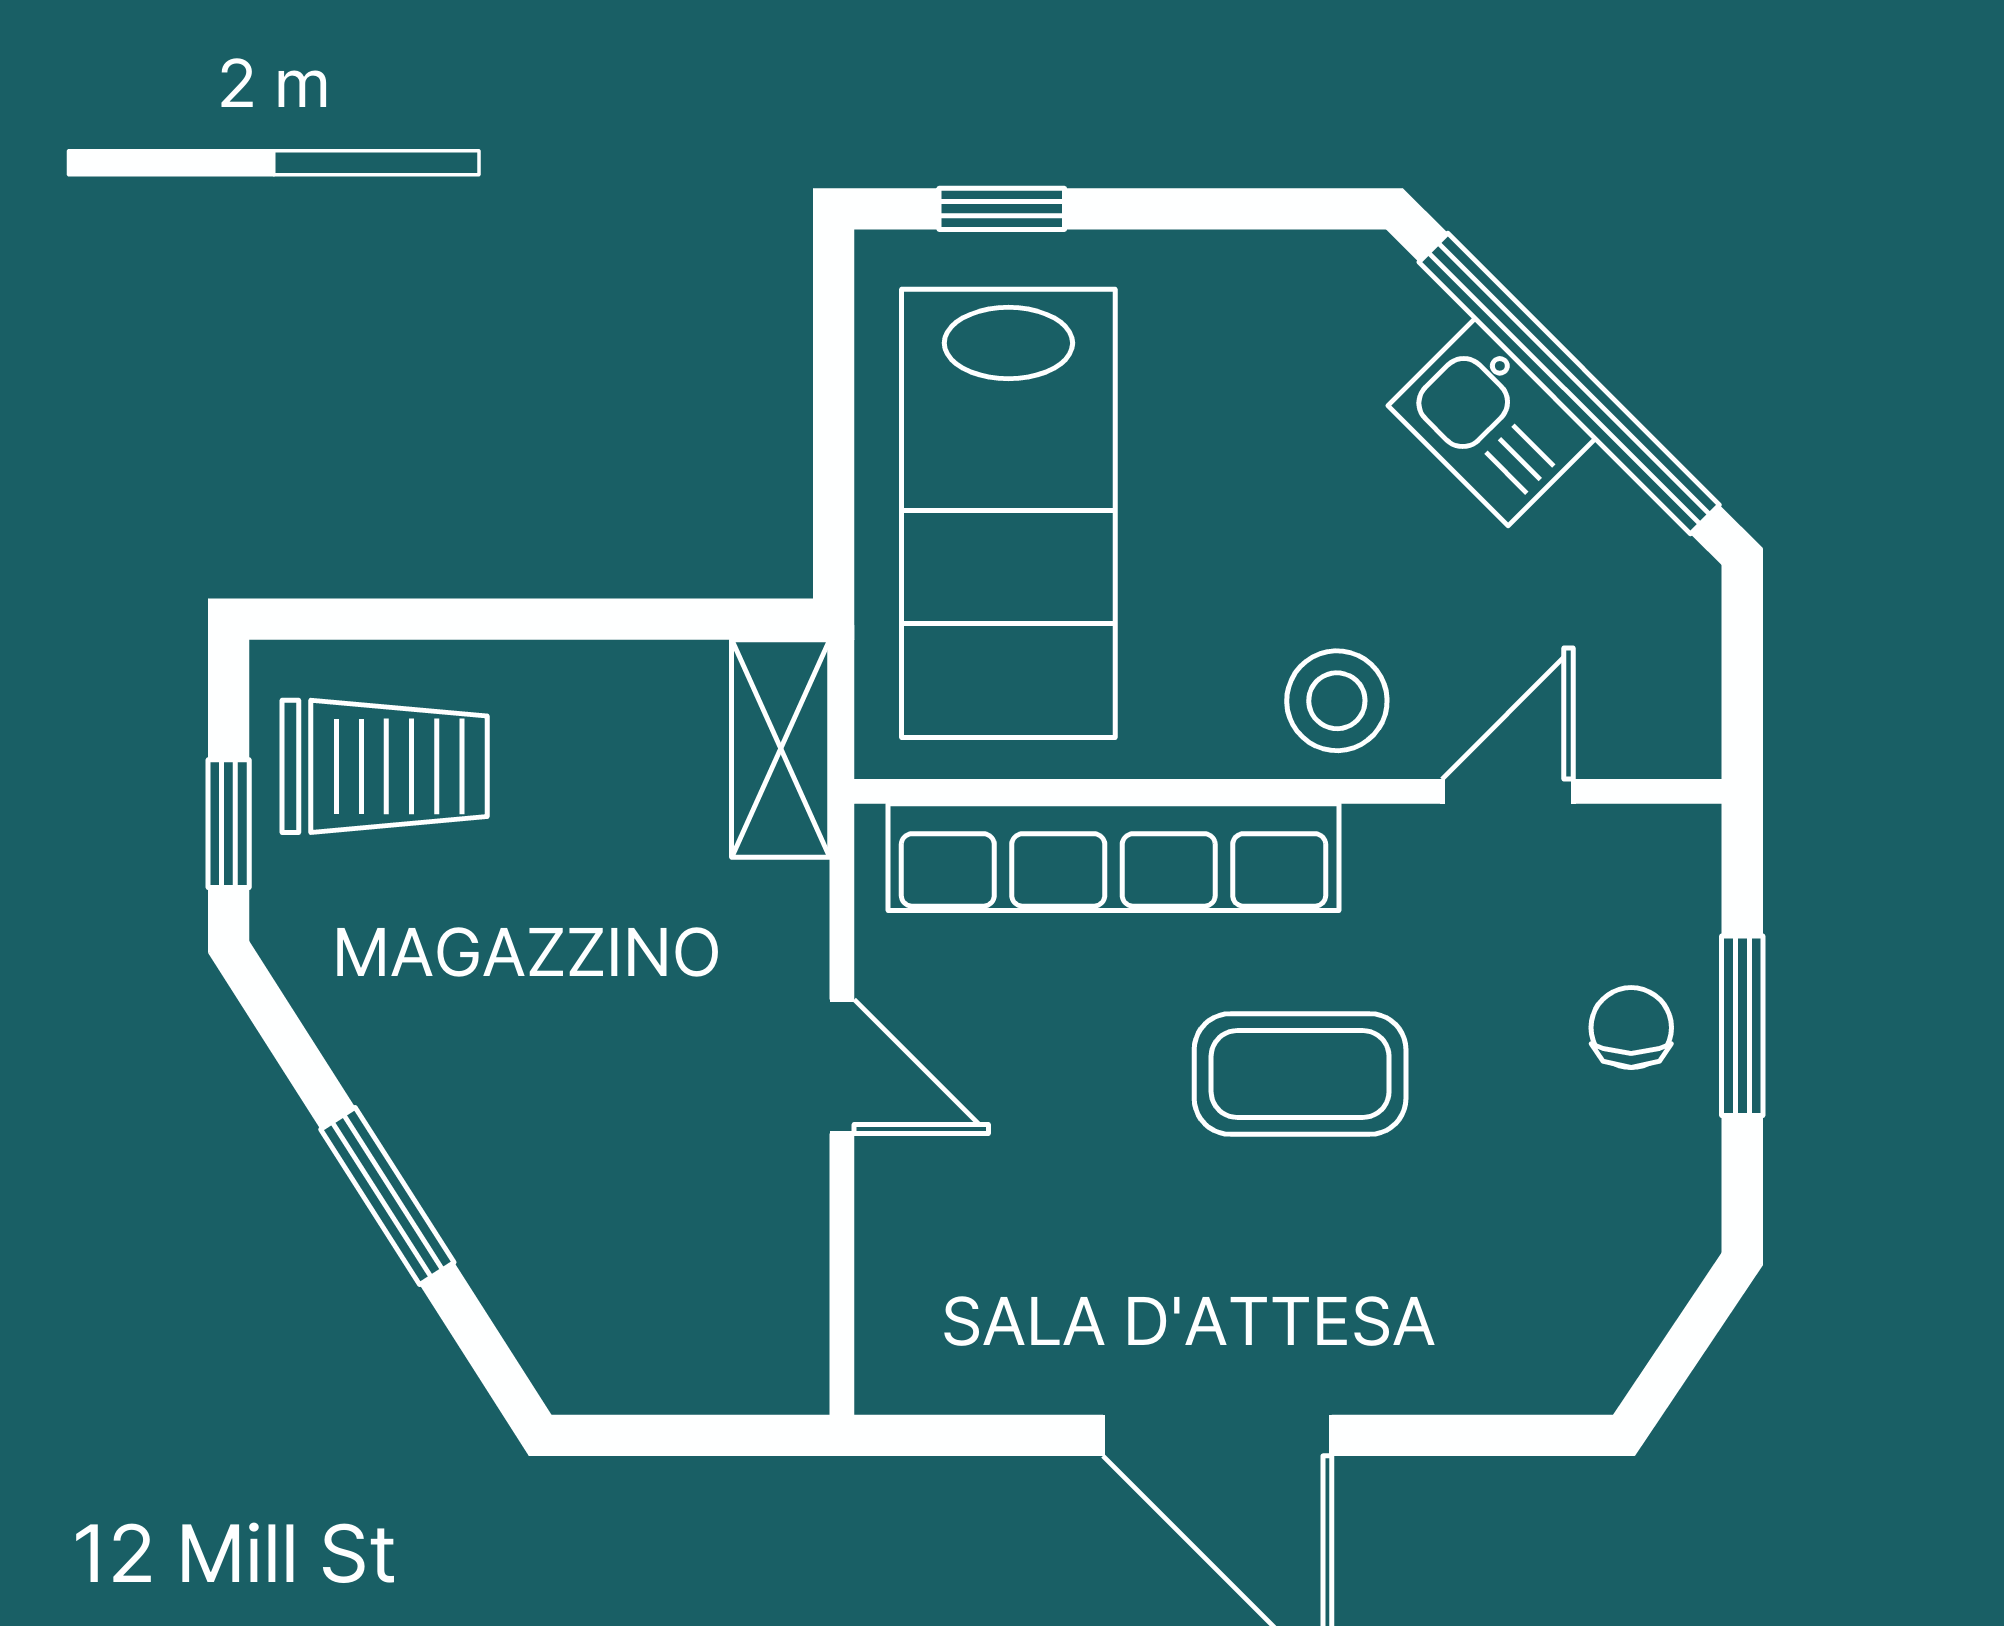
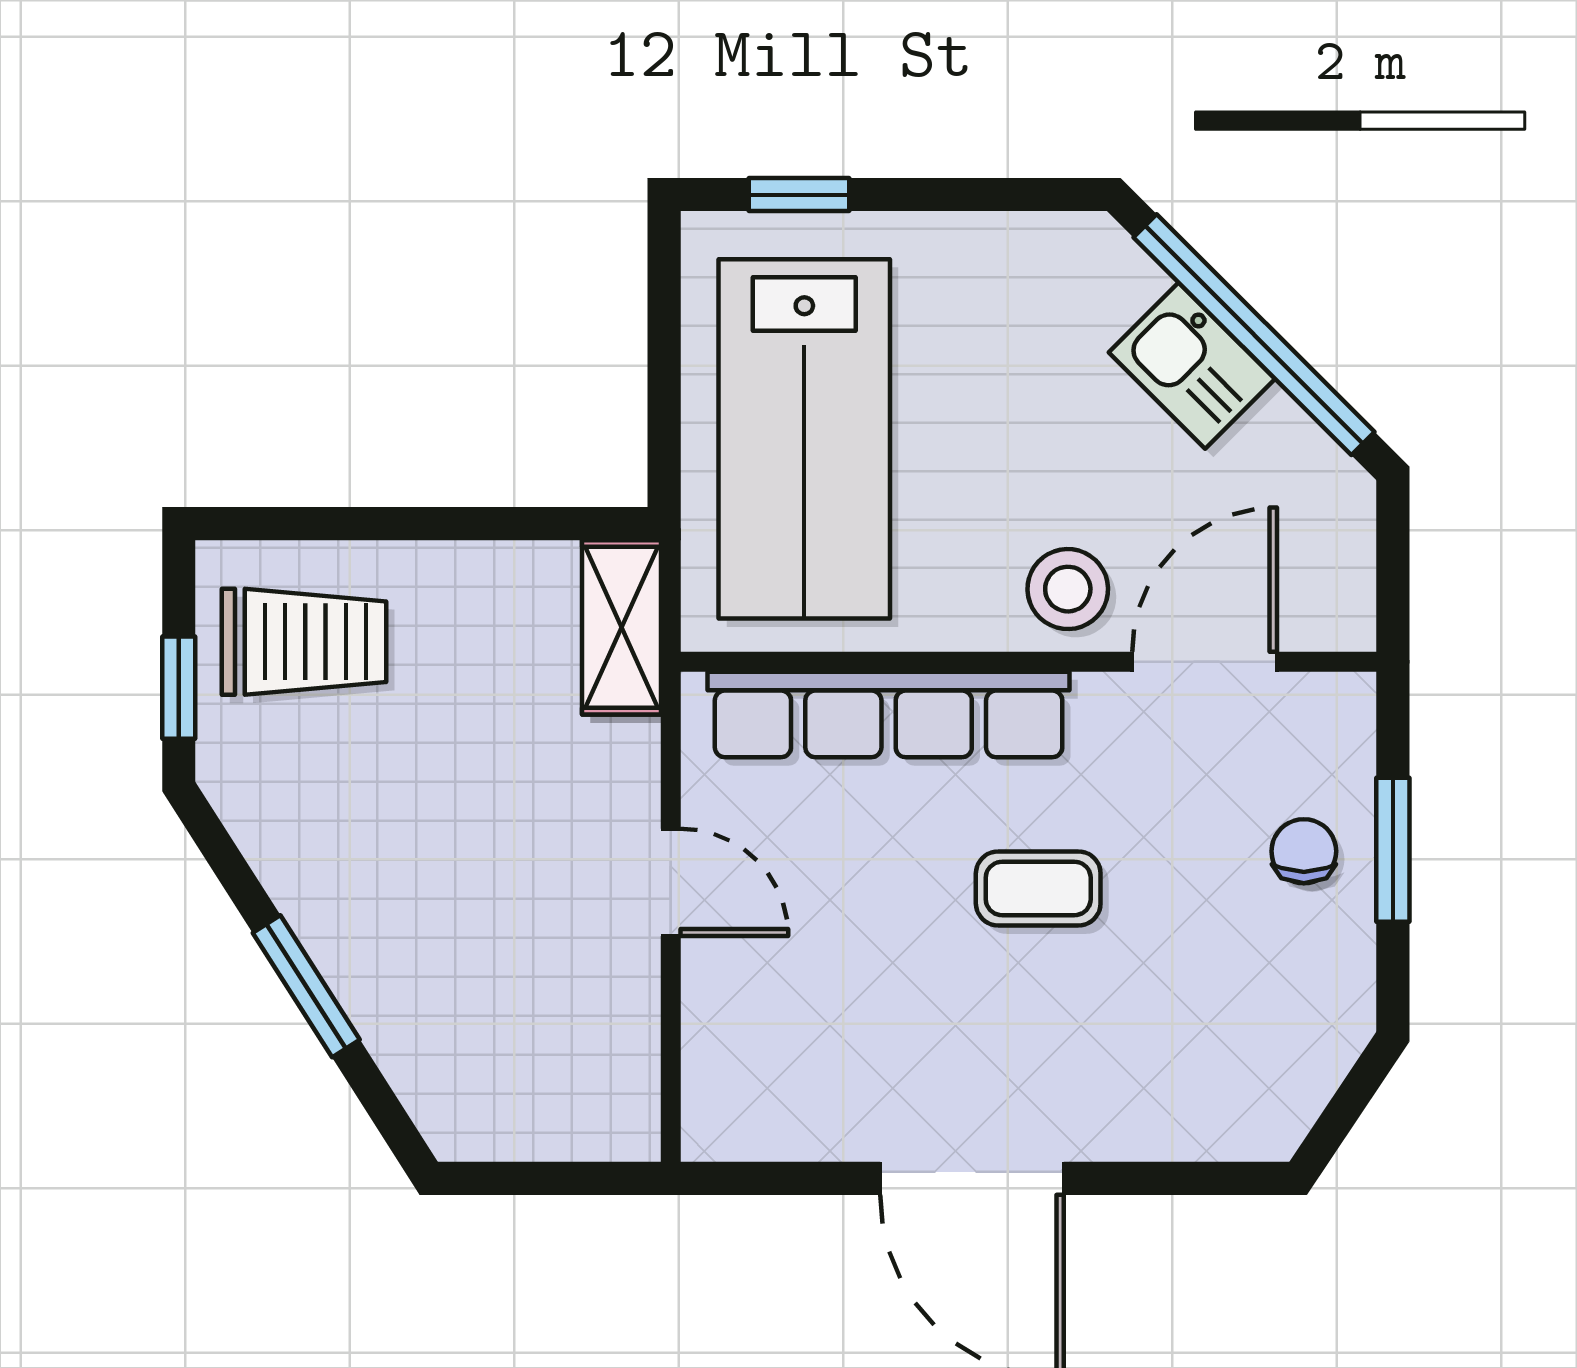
door: (1508, 791) -> (1205, 662), width x1.38
coffee table: (1300, 1074) -> (1038, 888), width x0.73, depth x0.77

